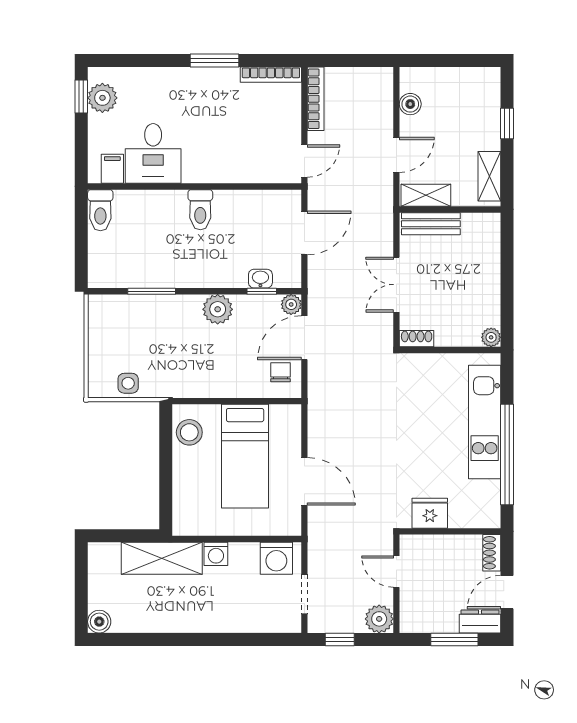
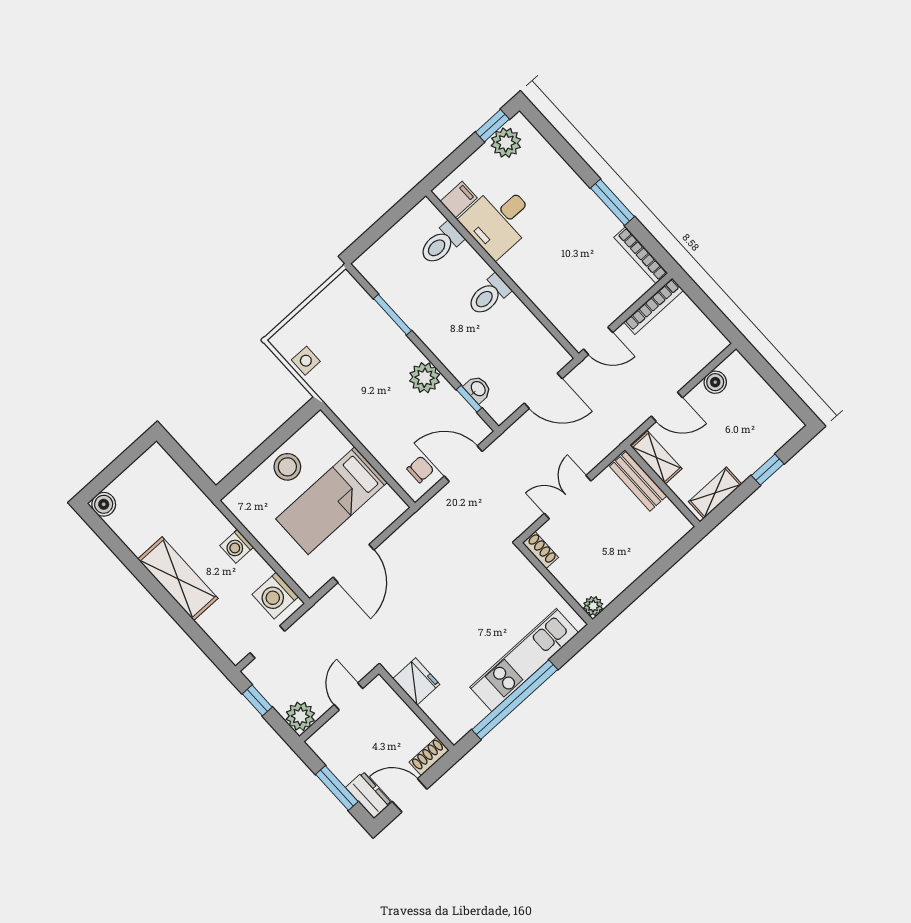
toilet: (100, 210) -> (441, 244), moved
plant: (291, 304) -> (479, 430), removed
stool: (189, 432) -> (287, 467), moved
shelving: (162, 558) -> (178, 579), moved

